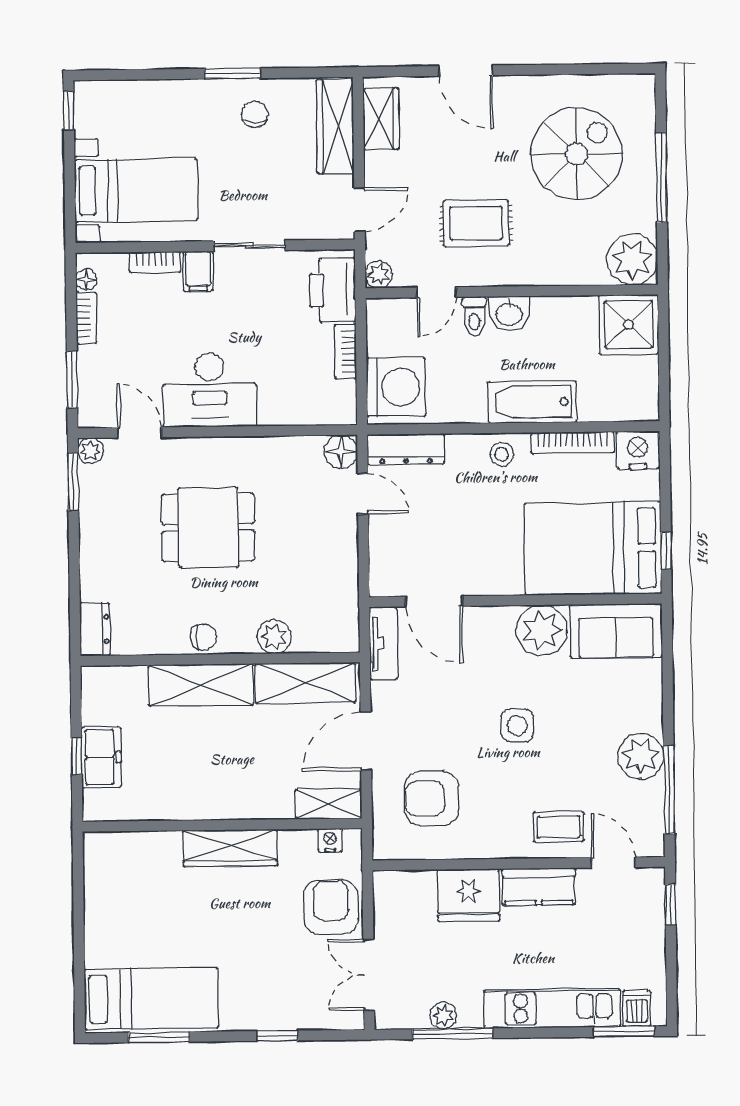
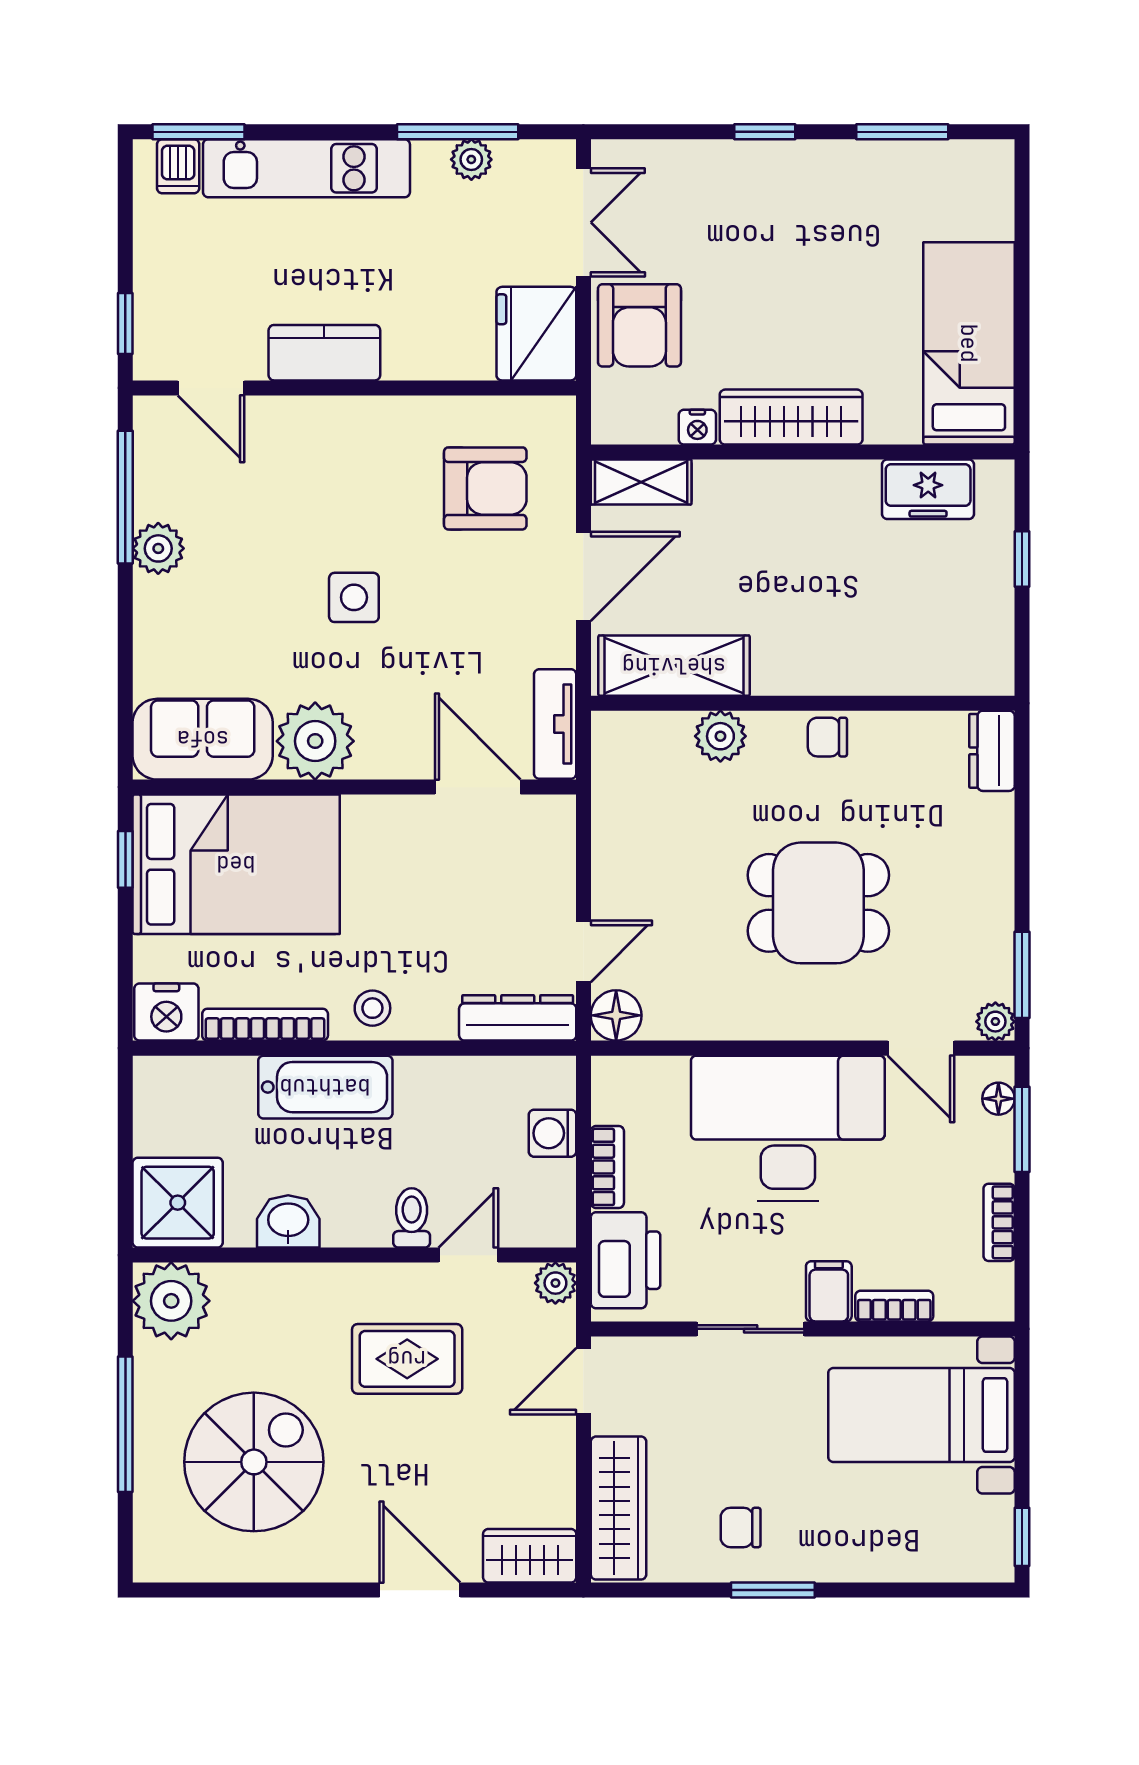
chair: (255, 115) -> (741, 1527), turned 90
wardrobe: (381, 119) -> (530, 1556), moved, turned 90
spiral stairs: (576, 154) -> (254, 1462), turned 180
floor lamp: (86, 279) -> (998, 1099), moved
washbasin: (509, 314) -> (288, 1221), moved
washing machine: (396, 387) -> (552, 1133), width x0.53, depth x0.53
desk: (210, 390) -> (788, 1128), width x1.36, depth x1.30
door: (363, 494) -> (583, 951), swing flipped
shelving: (201, 685) -> (832, 664), removed
plant: (641, 756) -> (158, 548), width x0.73, depth x0.73
freezer: (101, 757) -> (928, 489), moved, turned -90
coffee table: (559, 827) -> (293, 443), removed
nightstand: (330, 840) -> (697, 427), moved
fridge: (469, 895) -> (536, 334), moved, turned -90
bed: (151, 999) -> (969, 343), moved, turned 90
window: (277, 1036) -> (765, 132), moved

